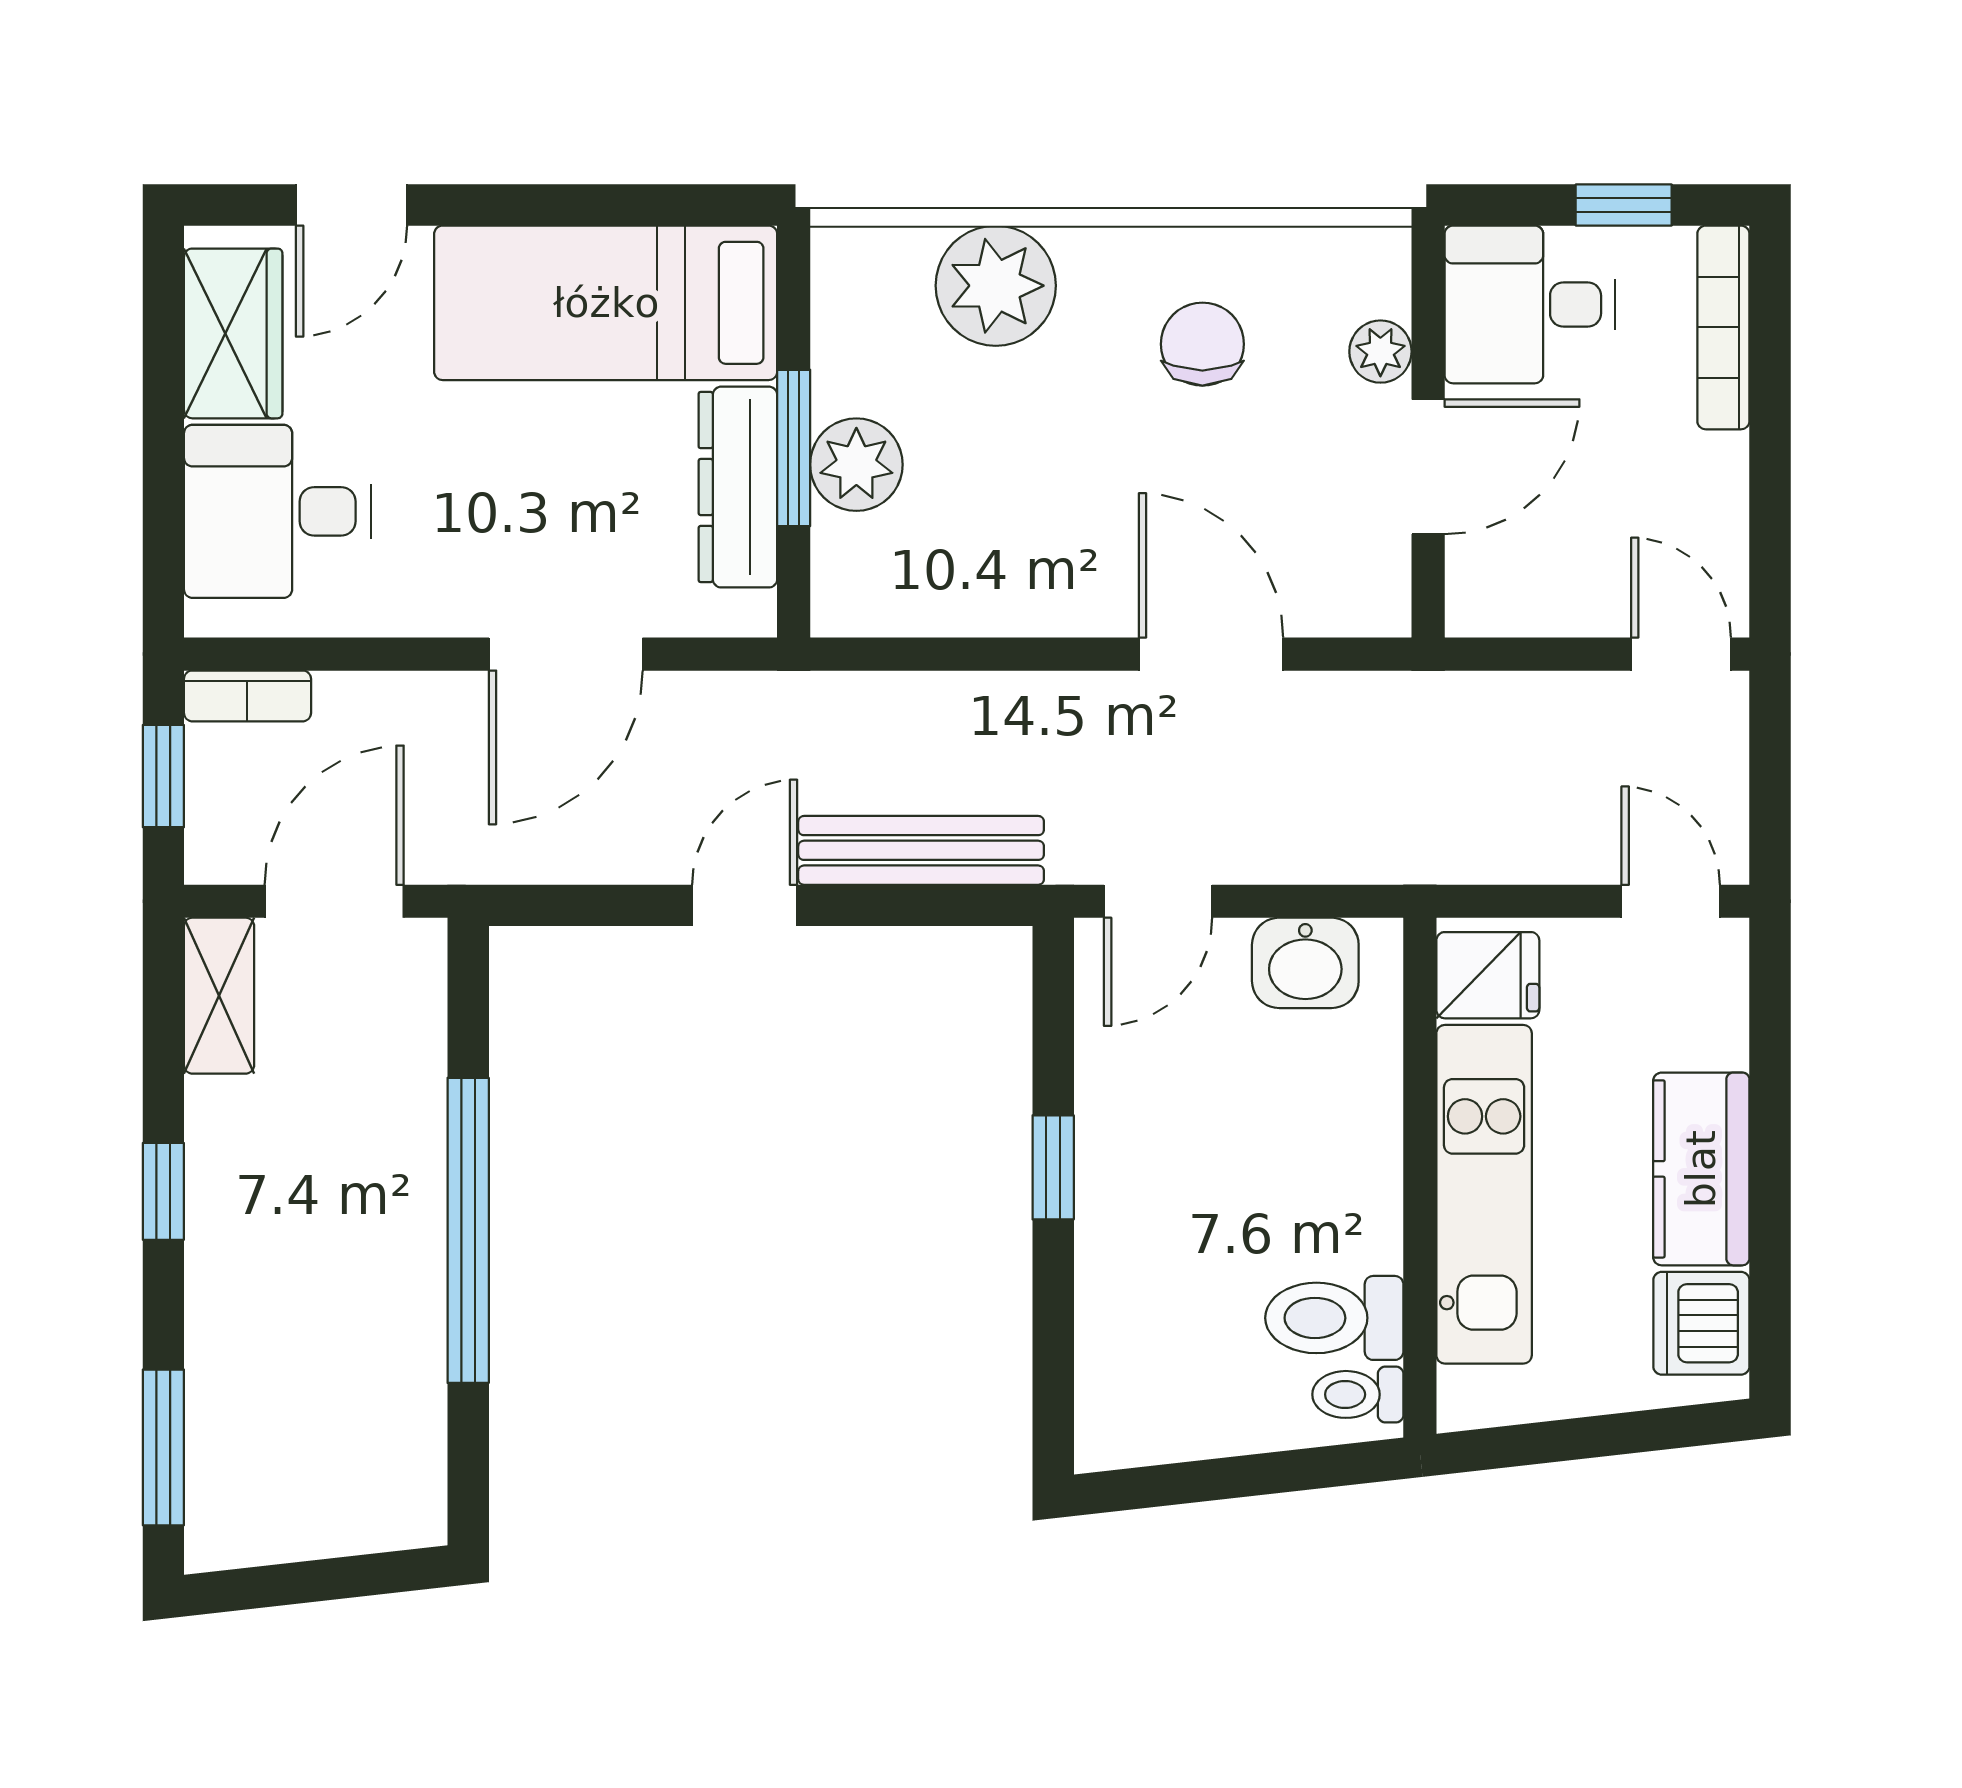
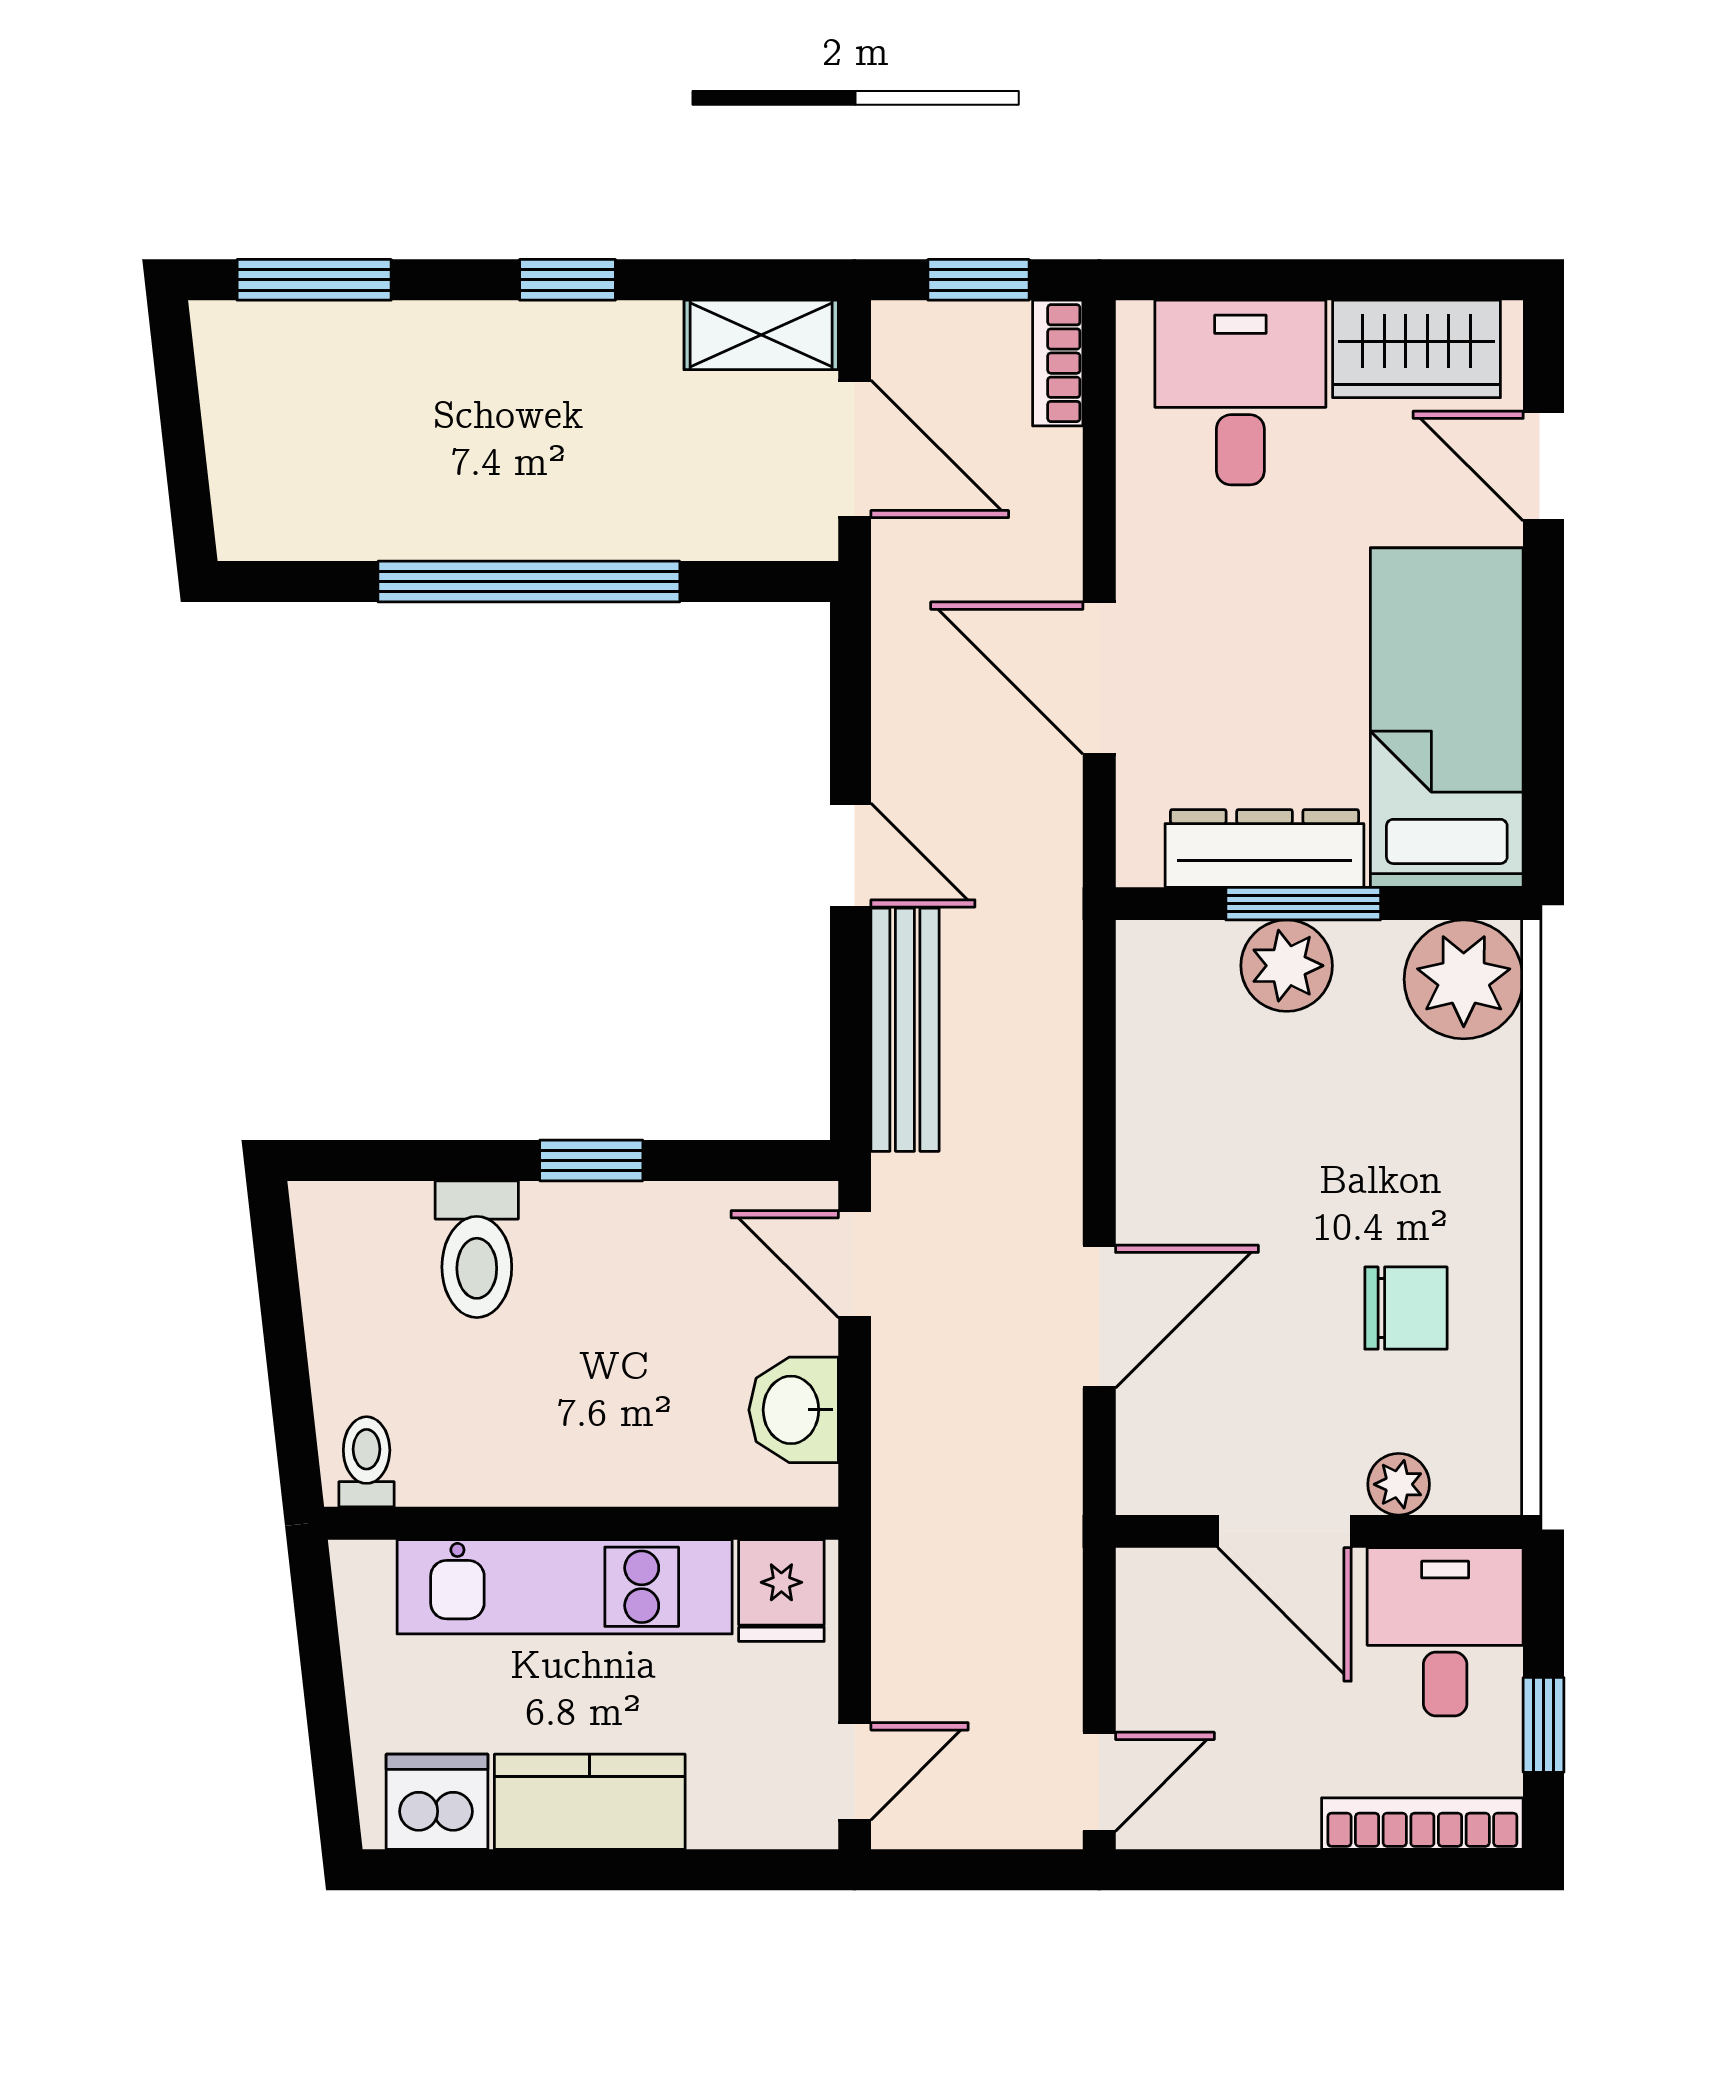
plant: (996, 286) -> (1464, 979), moved
toilet: (1334, 1318) -> (477, 1249), moved, turned 180

